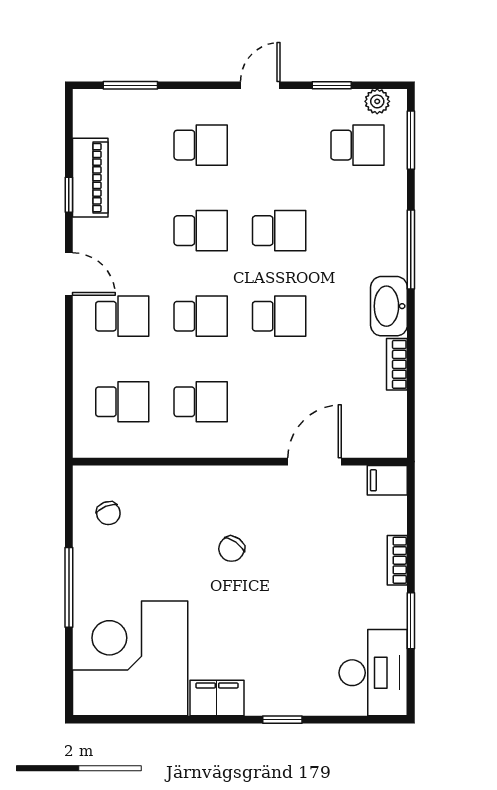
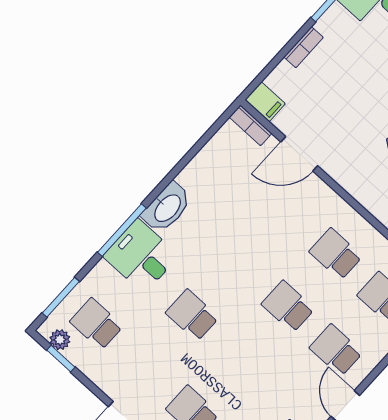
window: (332, 85) -> (61, 359), moved
school desk: (201, 231) -> (240, 359), removed
desk: (373, 242) -> (141, 256), added
school desk: (279, 316) -> (240, 263), removed
bookcase: (397, 364) -> (250, 125), moved, turned 90

